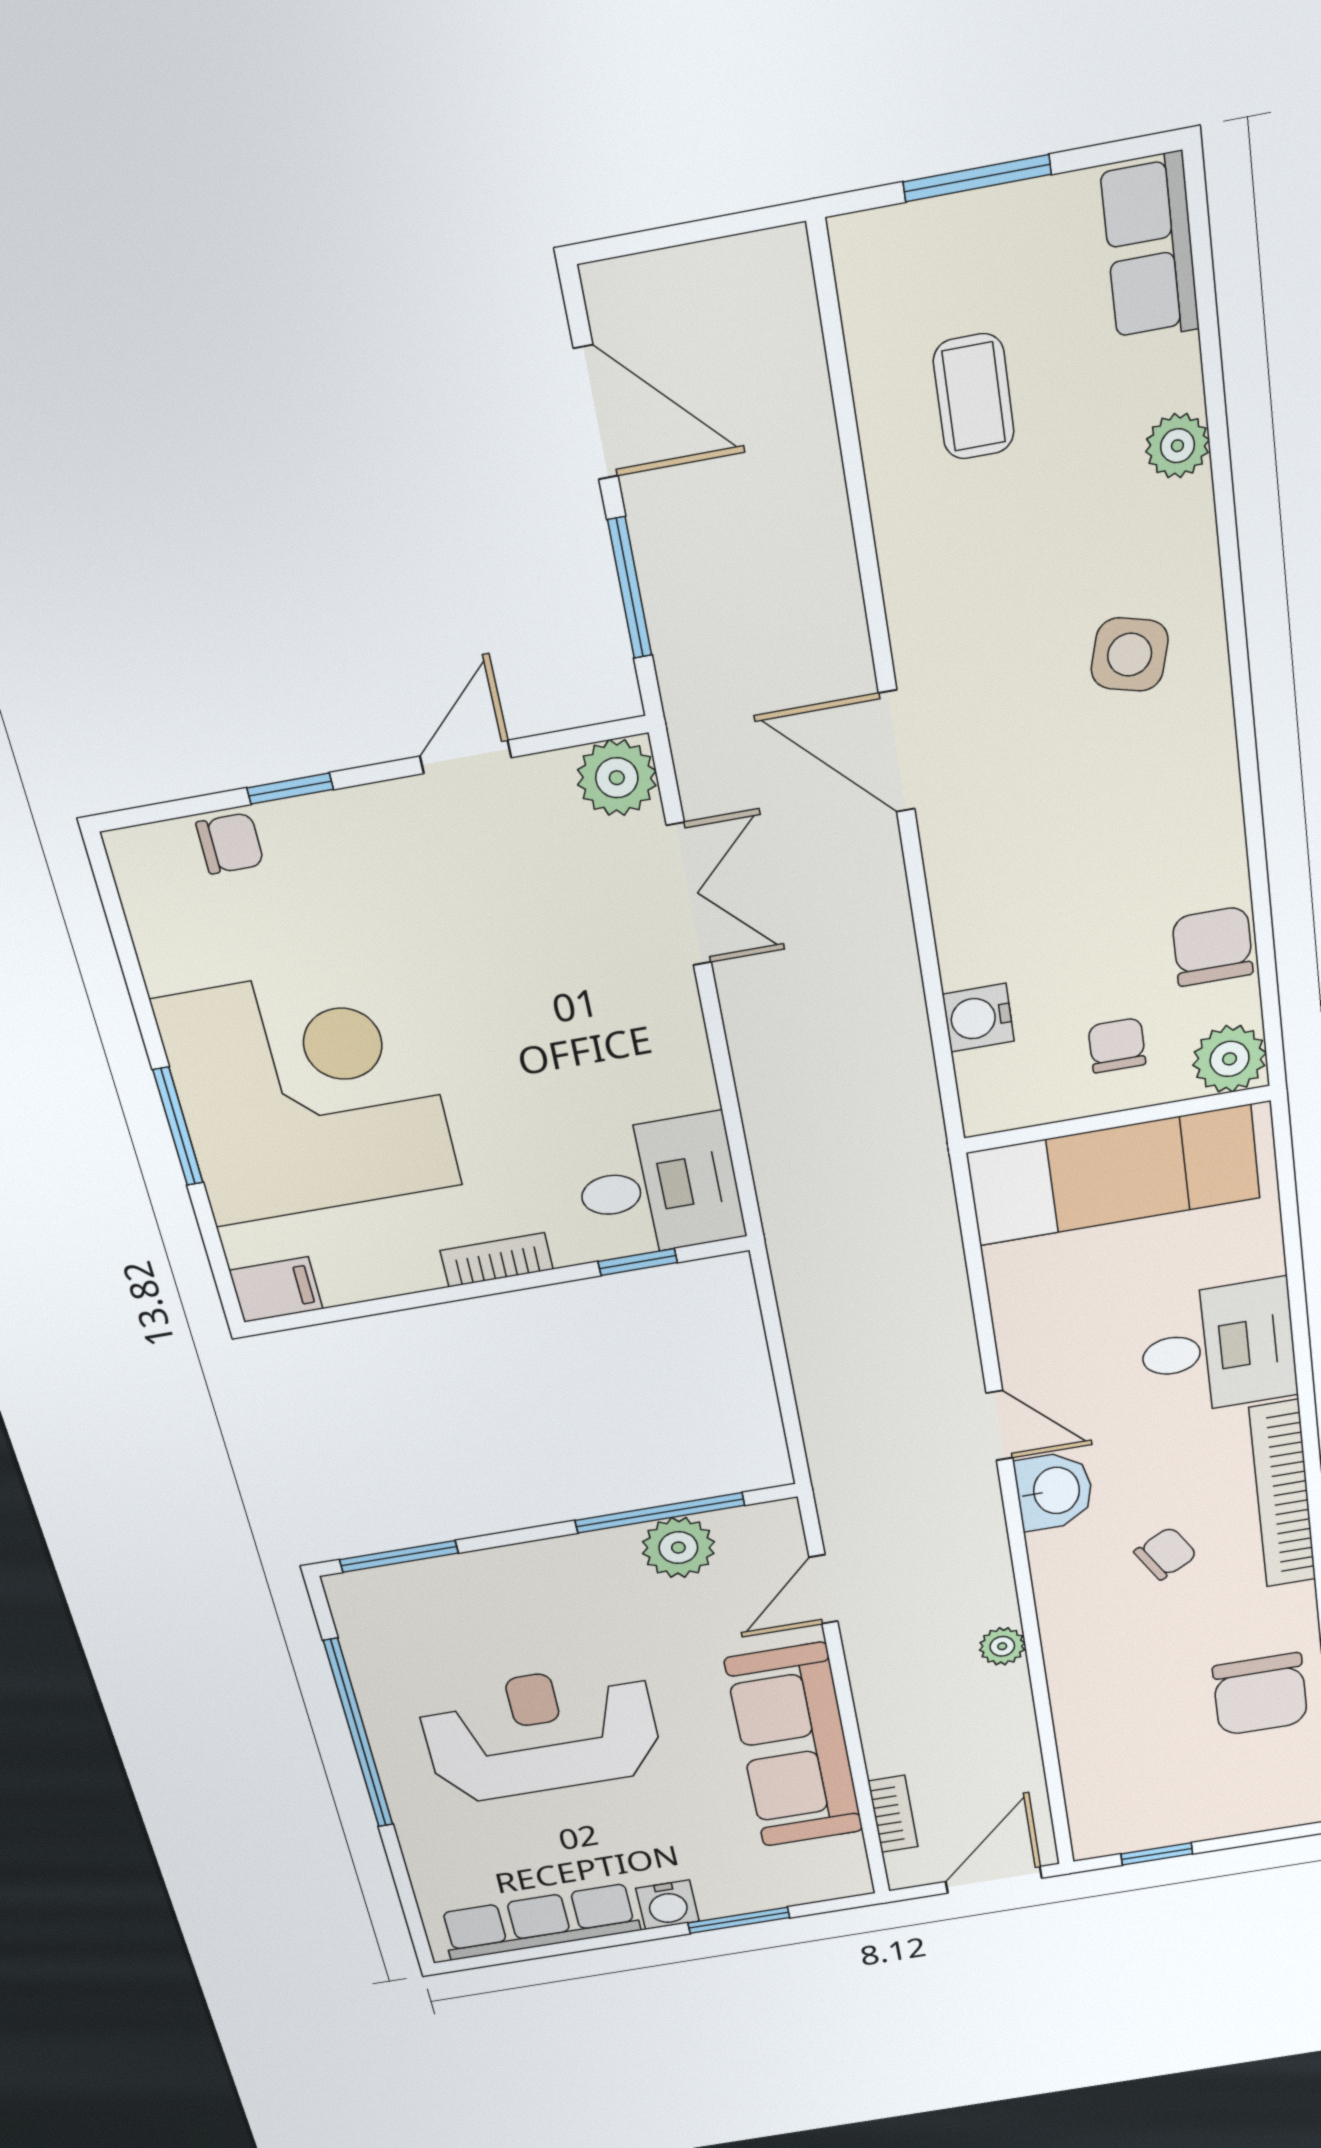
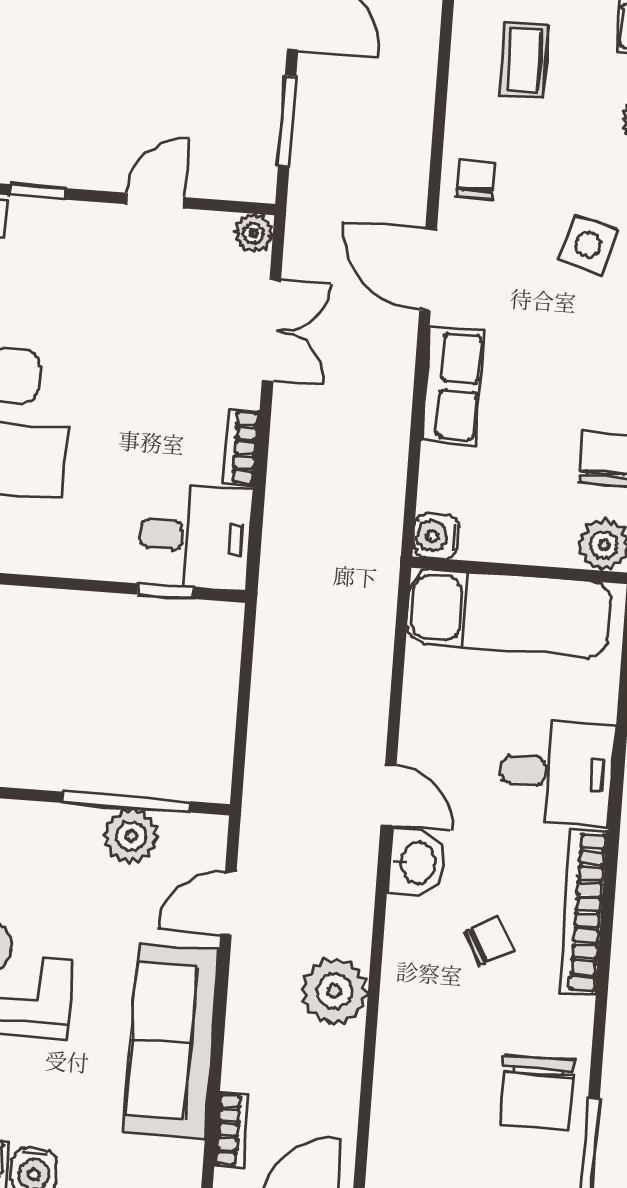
plant: (617, 778) -> (254, 233), width x0.73, depth x0.73
row of seats: (970, 904) -> (453, 386), added
water cooler: (978, 1018) -> (436, 536), moved
chair: (1117, 1045) -> (476, 179), moved
bookcase: (497, 1260) -> (242, 447), moved, turned -90
plant: (1002, 1646) -> (334, 991), width x1.88, depth x1.88

